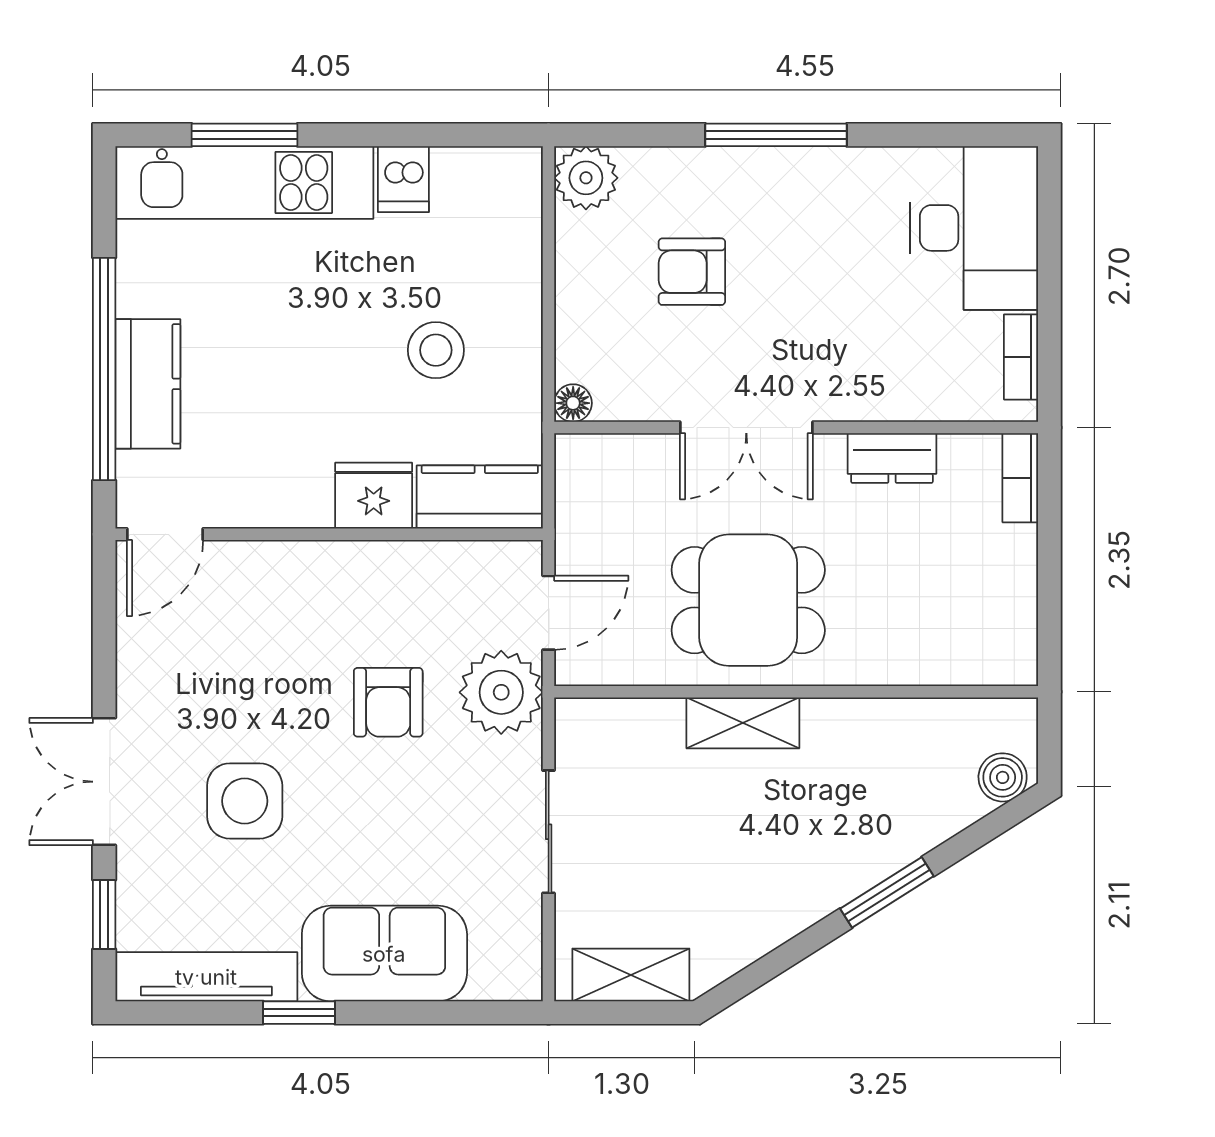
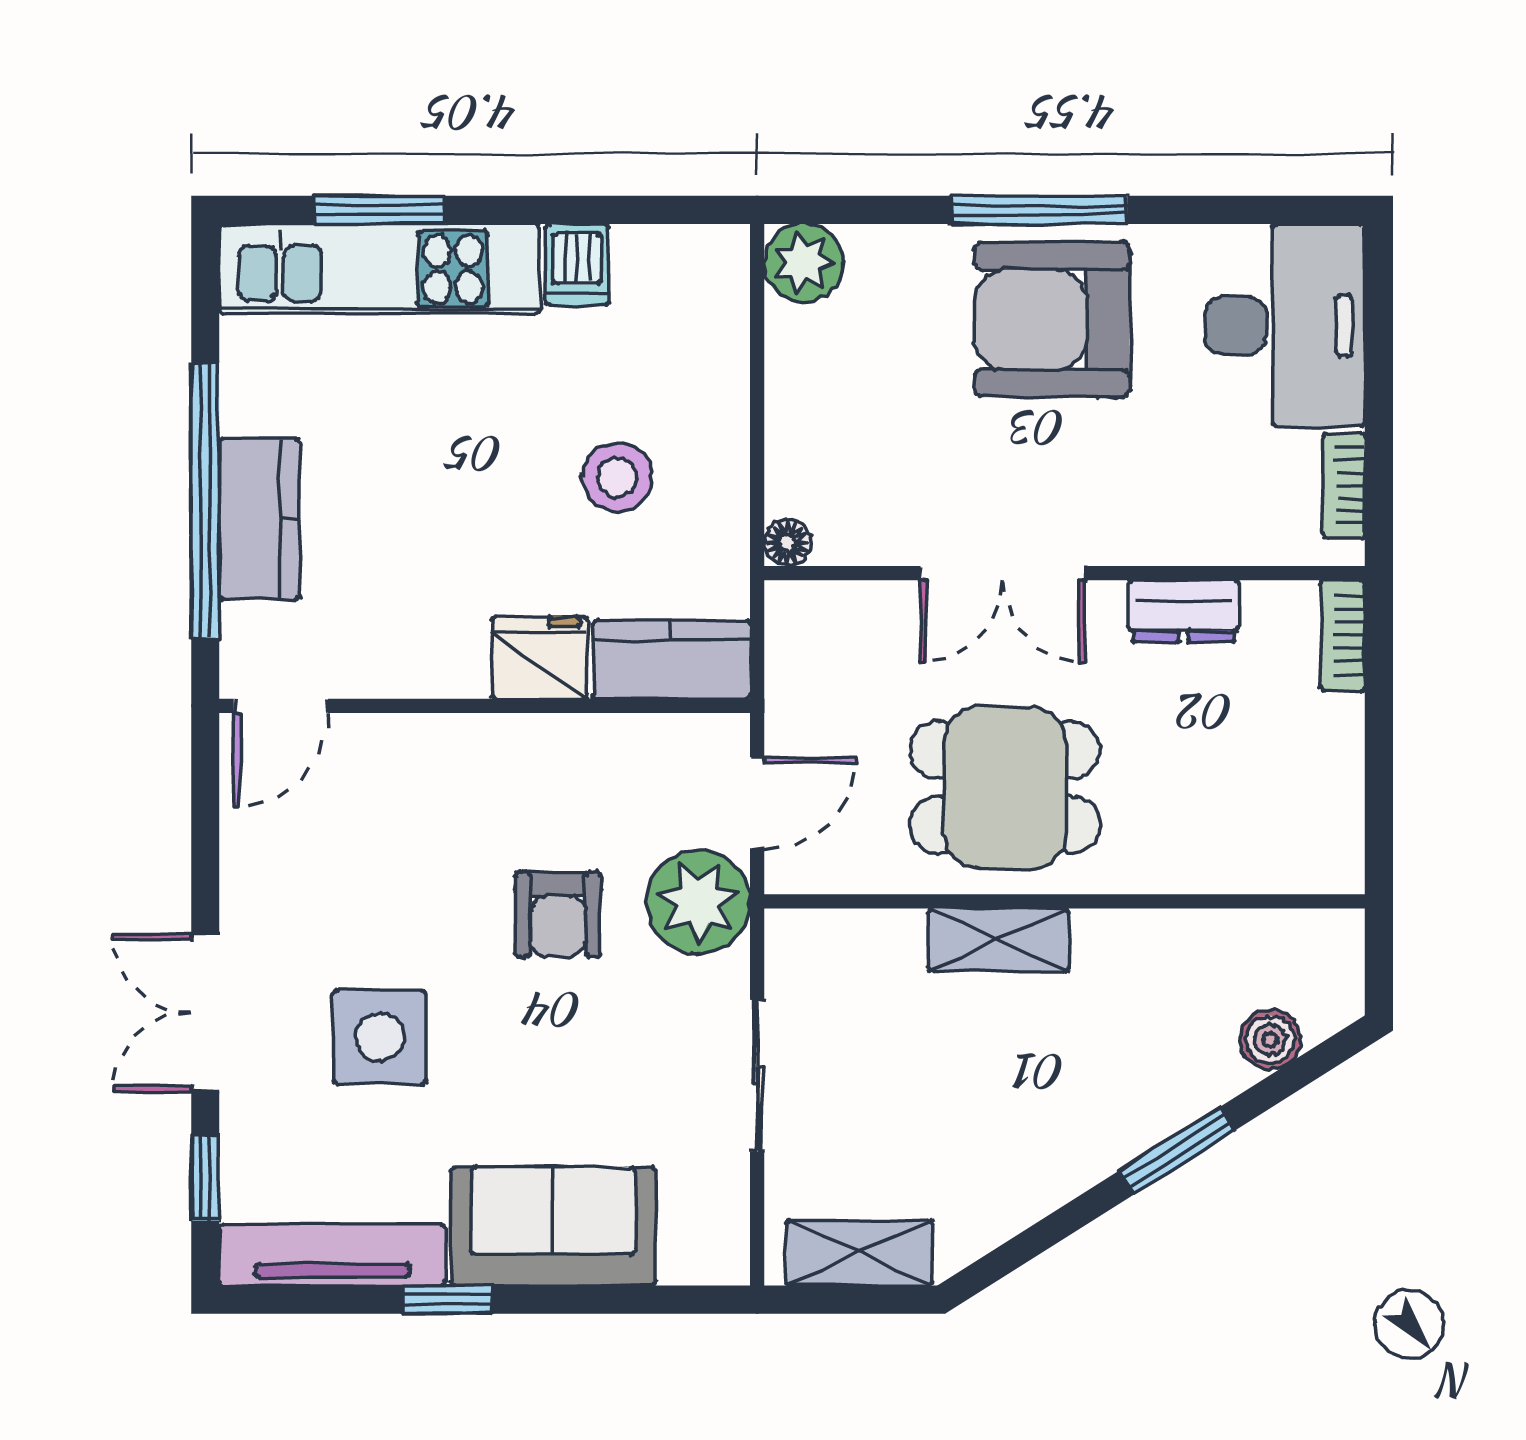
armchair: (692, 272) -> (1052, 319), moved, width x1.88, depth x1.88
boiler: (1003, 777) -> (1270, 1040), moved

